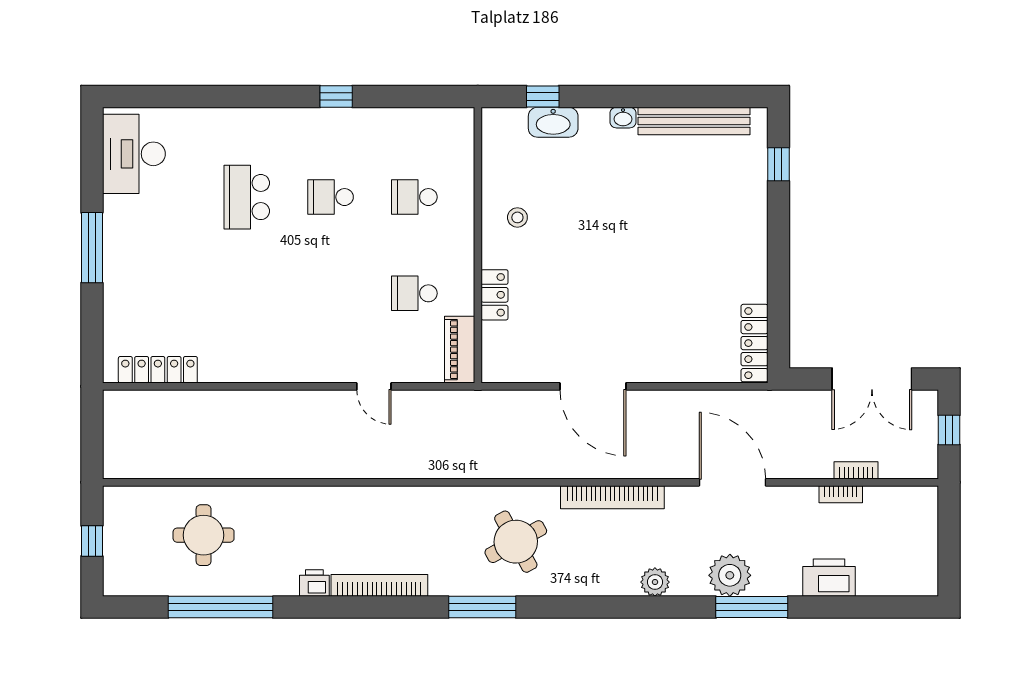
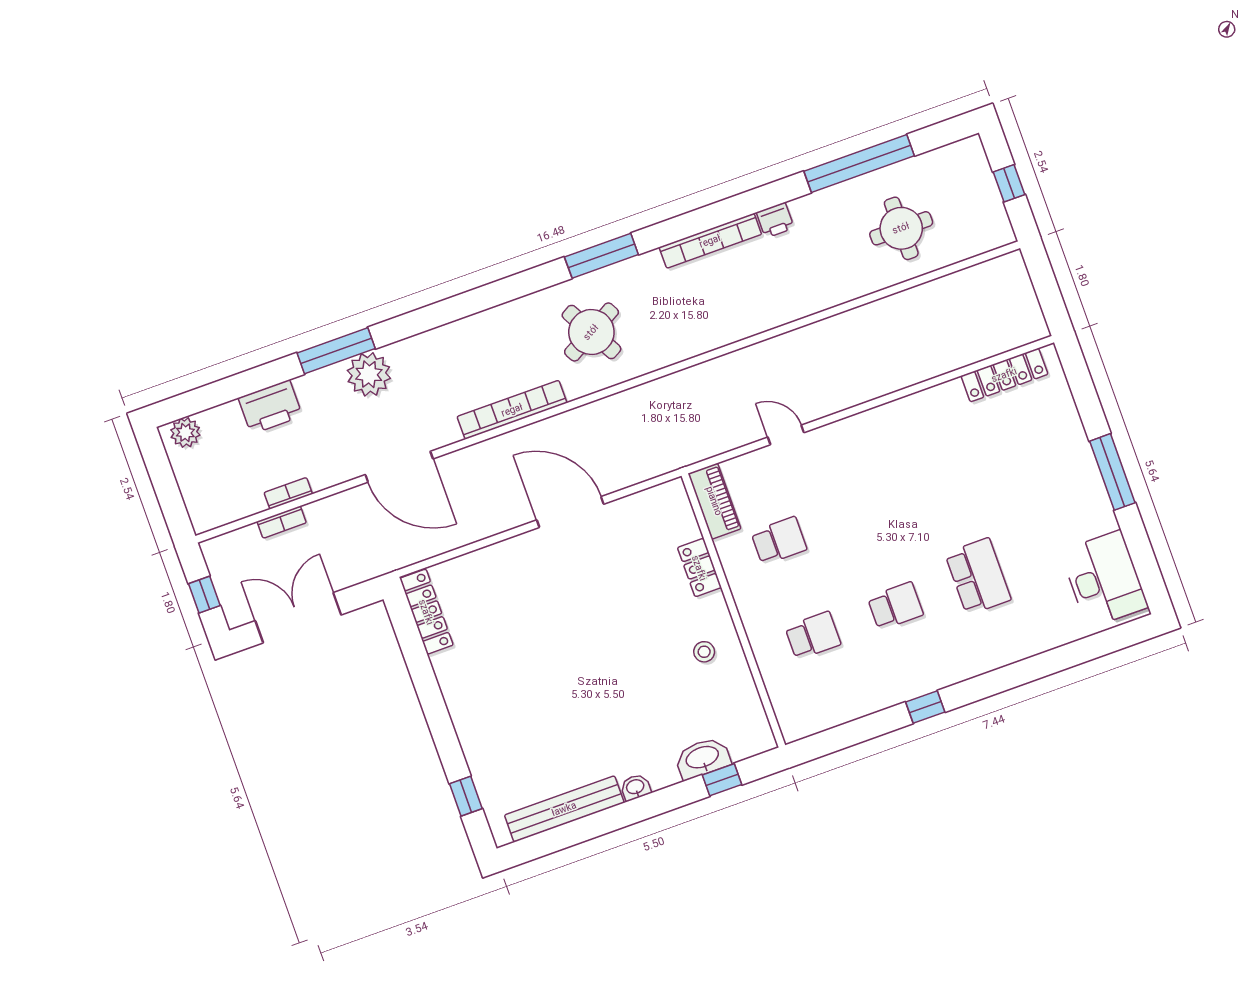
plant: (655, 582) -> (185, 433), moved

